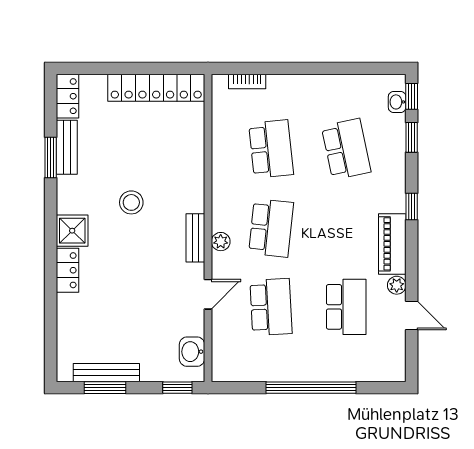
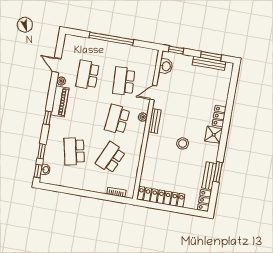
school desk: (271, 149) -> (110, 158), turned 30

